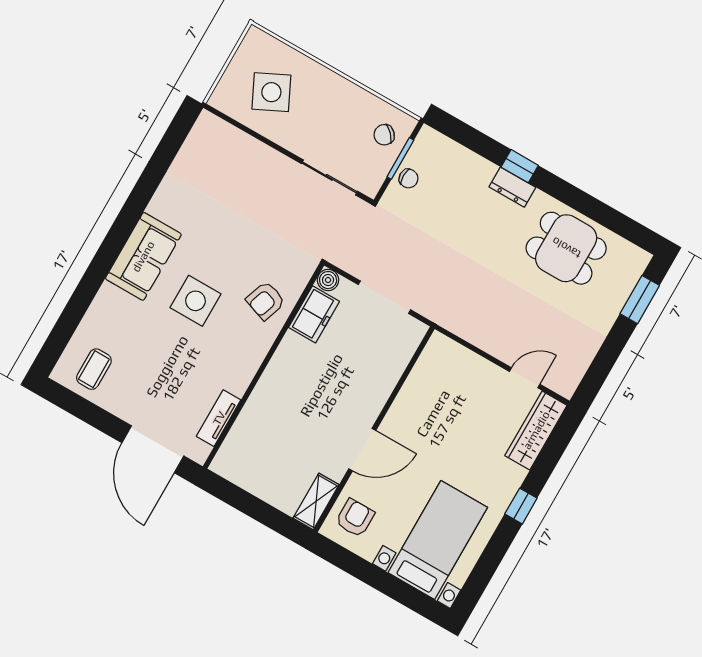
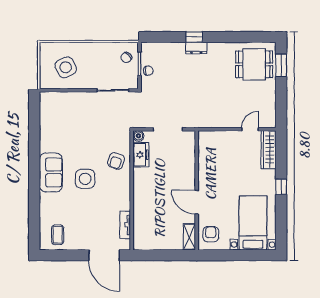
dining table: (566, 248) -> (254, 64), moved
door: (362, 450) -> (197, 202), swing flipped

